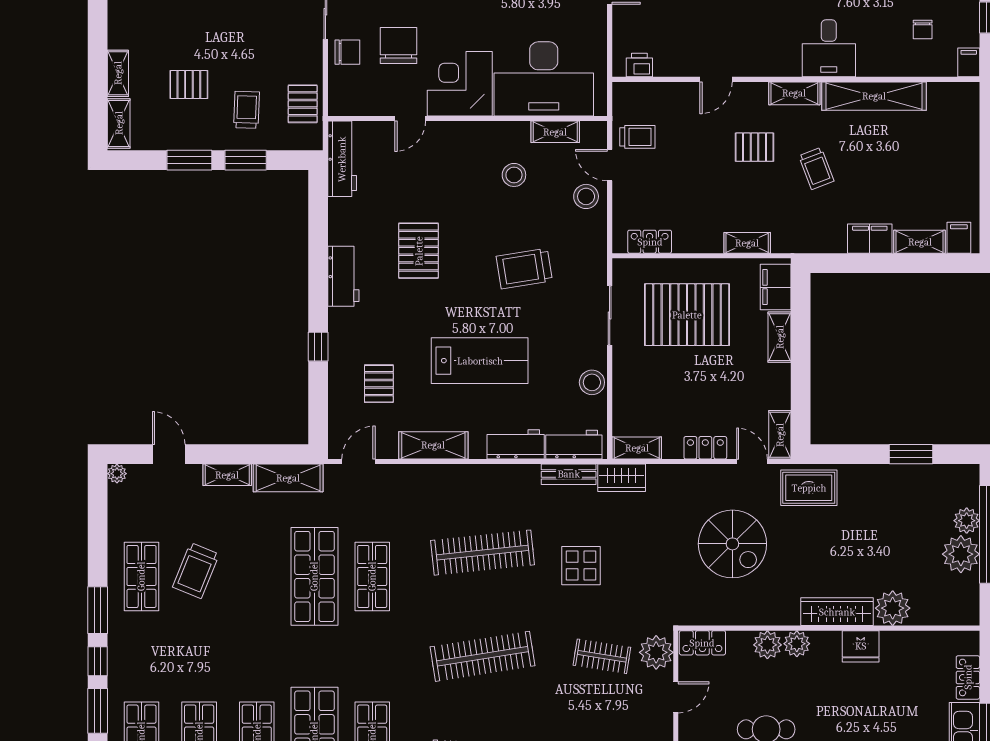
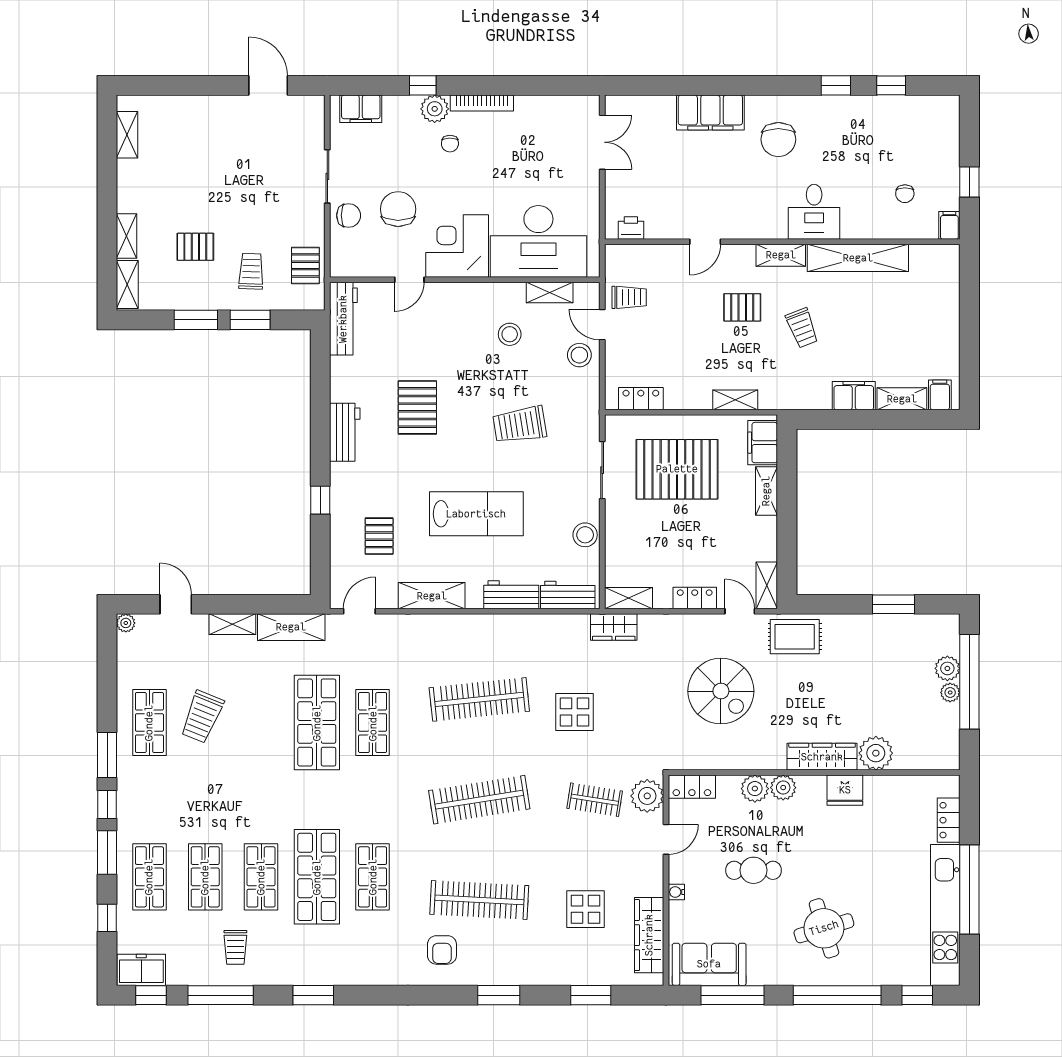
bench: (569, 474) -> (563, 624), removed
plant: (961, 554) -> (950, 692), width x0.53, depth x0.53

